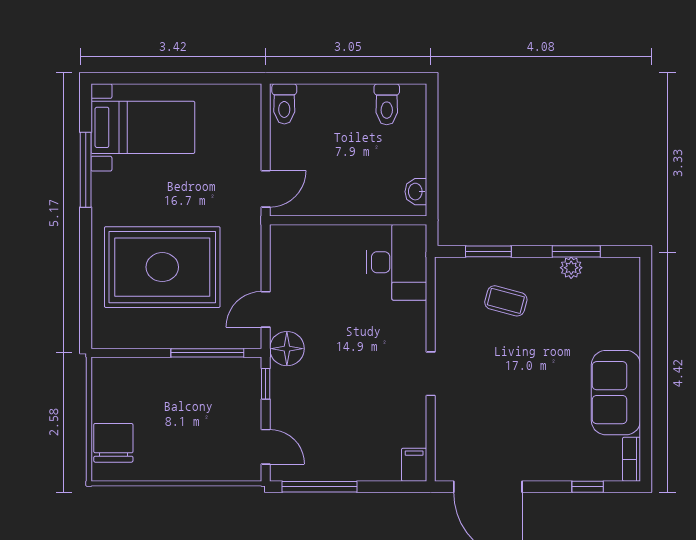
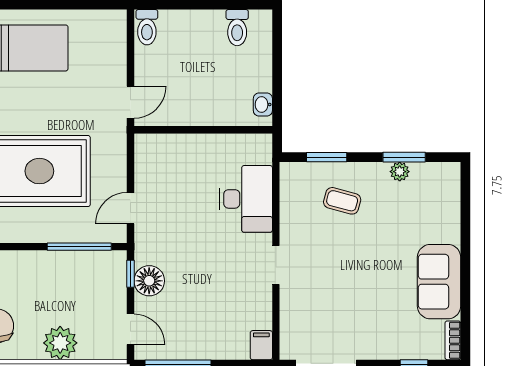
desk: (397, 262) -> (246, 199), moved
floor lamp: (287, 349) -> (149, 281), moved
plant: (186, 462) -> (60, 343), added

